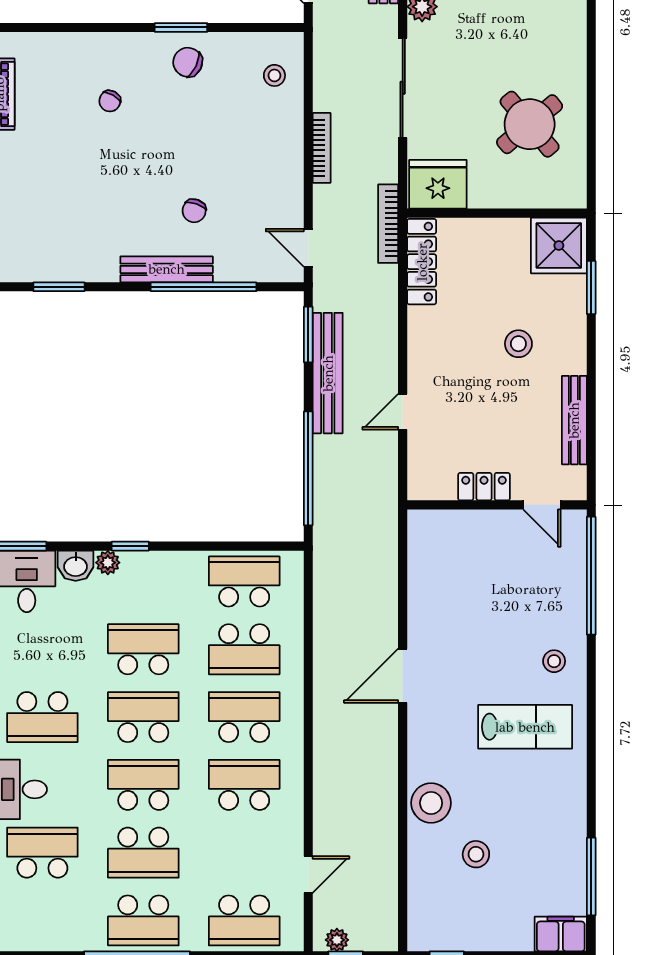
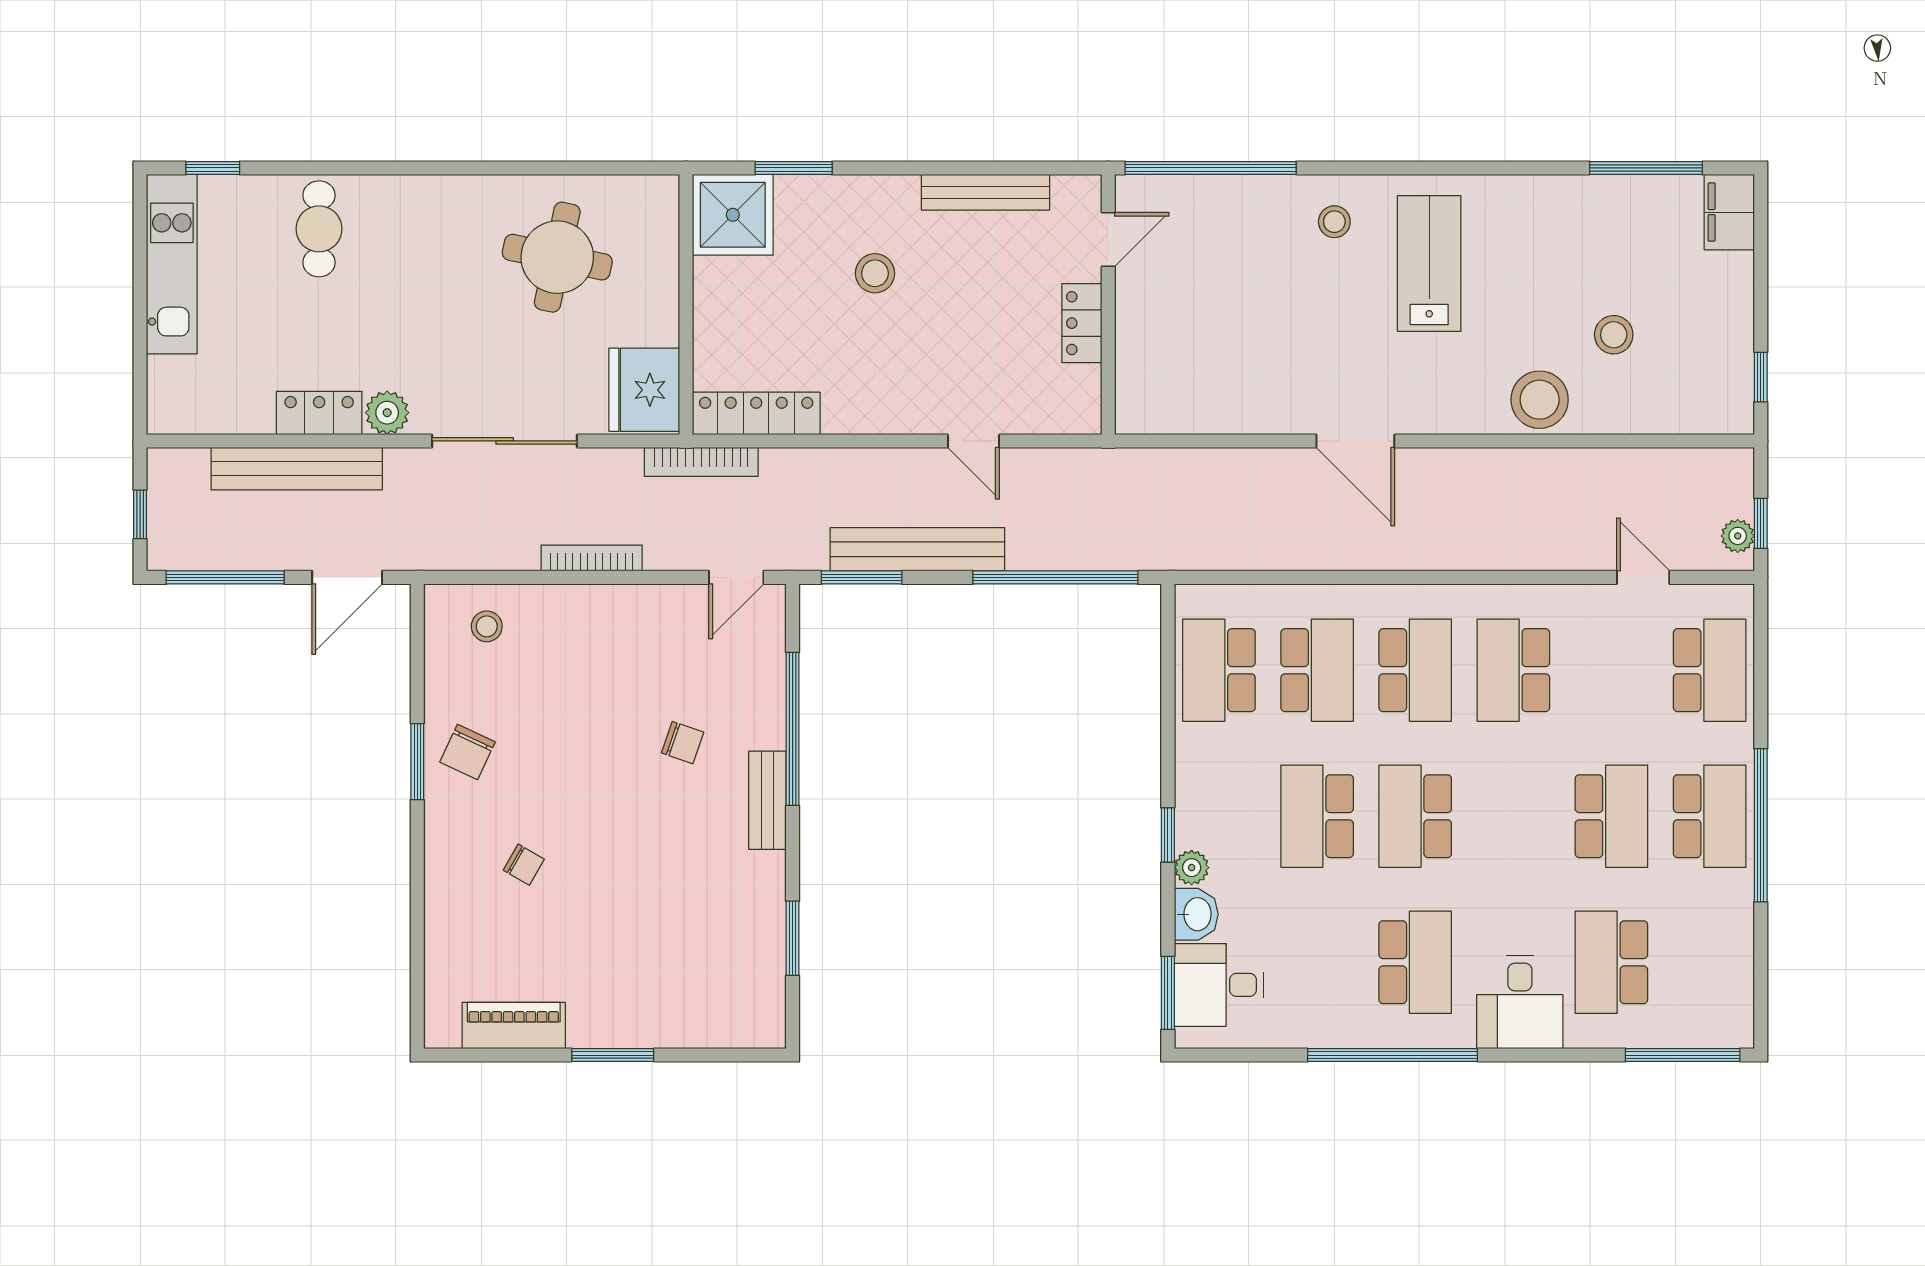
round table: (530, 124) -> (557, 257), turned -38
bench: (167, 269) -> (767, 800), width x0.73
school desk: (244, 717) -> (1415, 670), turned 180
school desk: (143, 785) -> (1513, 816), removed

